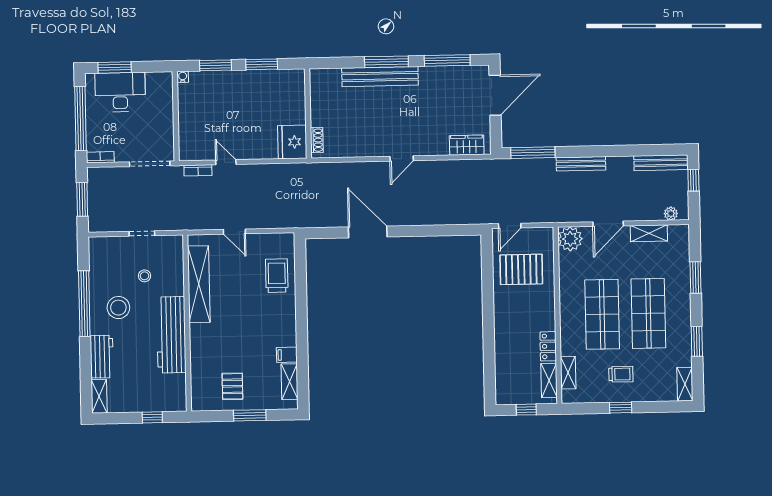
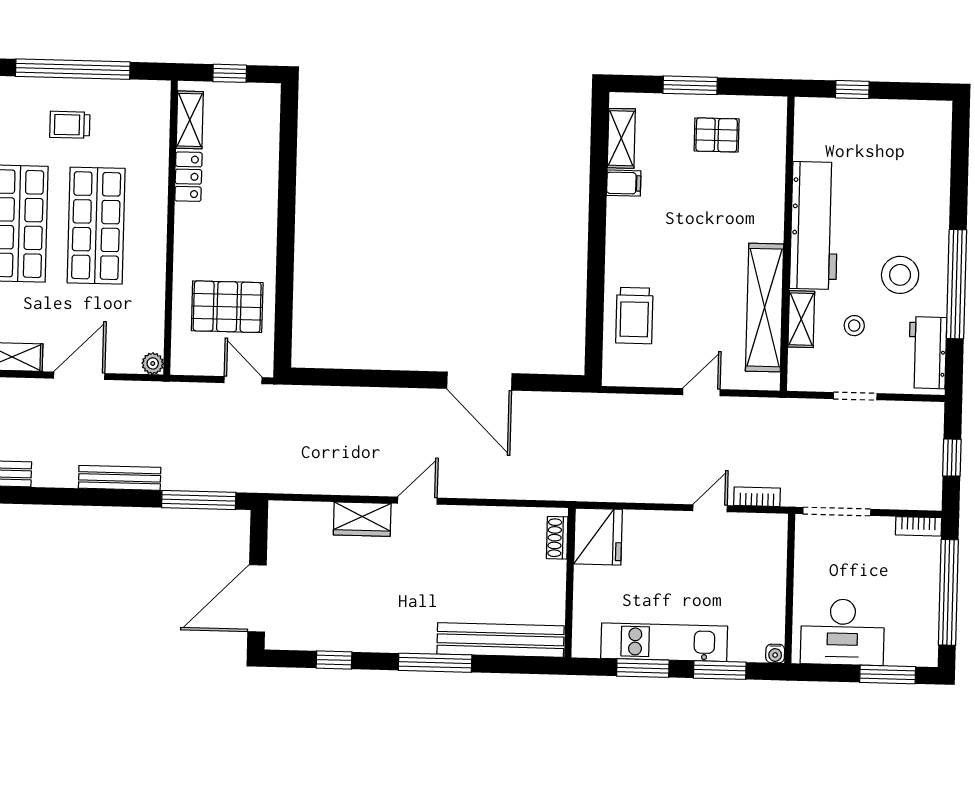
window: (447, 60) -> (334, 660), width x0.46
bench: (380, 77) -> (501, 640), moved
kitchen unit: (250, 80) -> (664, 642), added
desk: (120, 92) -> (842, 632), moved
wardrobe: (467, 145) -> (362, 519), moved
door: (226, 162) -> (710, 508), swing flipped
window: (82, 199) -> (952, 458), width x0.67
door: (510, 226) -> (243, 380), hinge flipped
door: (234, 232) -> (701, 392), hinge flipped
plant: (570, 239) -> (153, 363), width x0.53, depth x0.53
workbench: (102, 357) -> (928, 353), moved
shelving: (568, 373) -> (157, 131), removed
pallet: (232, 386) -> (717, 135), turned 90
shelving: (99, 396) -> (801, 319), moved
window: (621, 408) -> (73, 69), width x3.17

